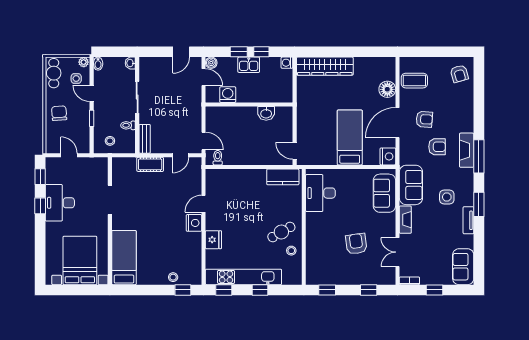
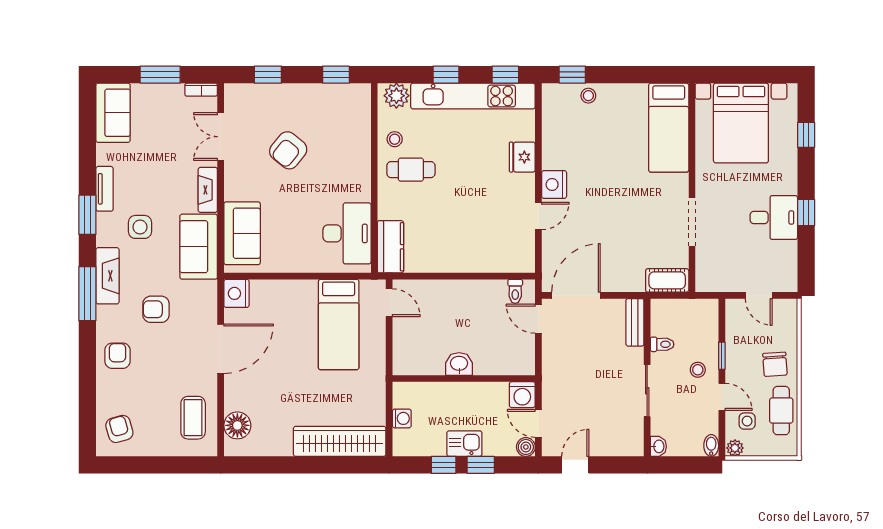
washing machine: (287, 63) -> (402, 418), moved
cafe table: (54, 73) -> (781, 411), moved
coffee table: (414, 81) -> (193, 418), turned 90
floor lamp: (387, 89) -> (237, 425), moved
washing machine: (228, 95) -> (522, 395), moved
washbasin: (266, 113) -> (459, 364), moved
armchair: (424, 119) -> (117, 356), moved, turned 86
bed: (350, 137) -> (339, 325), moved
stool: (110, 141) -> (698, 370), moved
fireplace: (467, 150) -> (107, 276), moved
door: (181, 155) -> (576, 295), width x1.87
cot: (150, 164) -> (667, 280), moved
window: (40, 177) -> (806, 135), moved
kitchen counter: (283, 177) -> (390, 247), moved, turned 90
desk: (60, 203) -> (774, 217), width x0.73
cafe table: (281, 232) -> (411, 170), turned 30
armchair: (356, 244) -> (288, 150), turned 47
double door: (398, 252) -> (221, 137), swing flipped
plant: (290, 277) -> (396, 96), added
window: (434, 290) -> (160, 75), width x1.50

